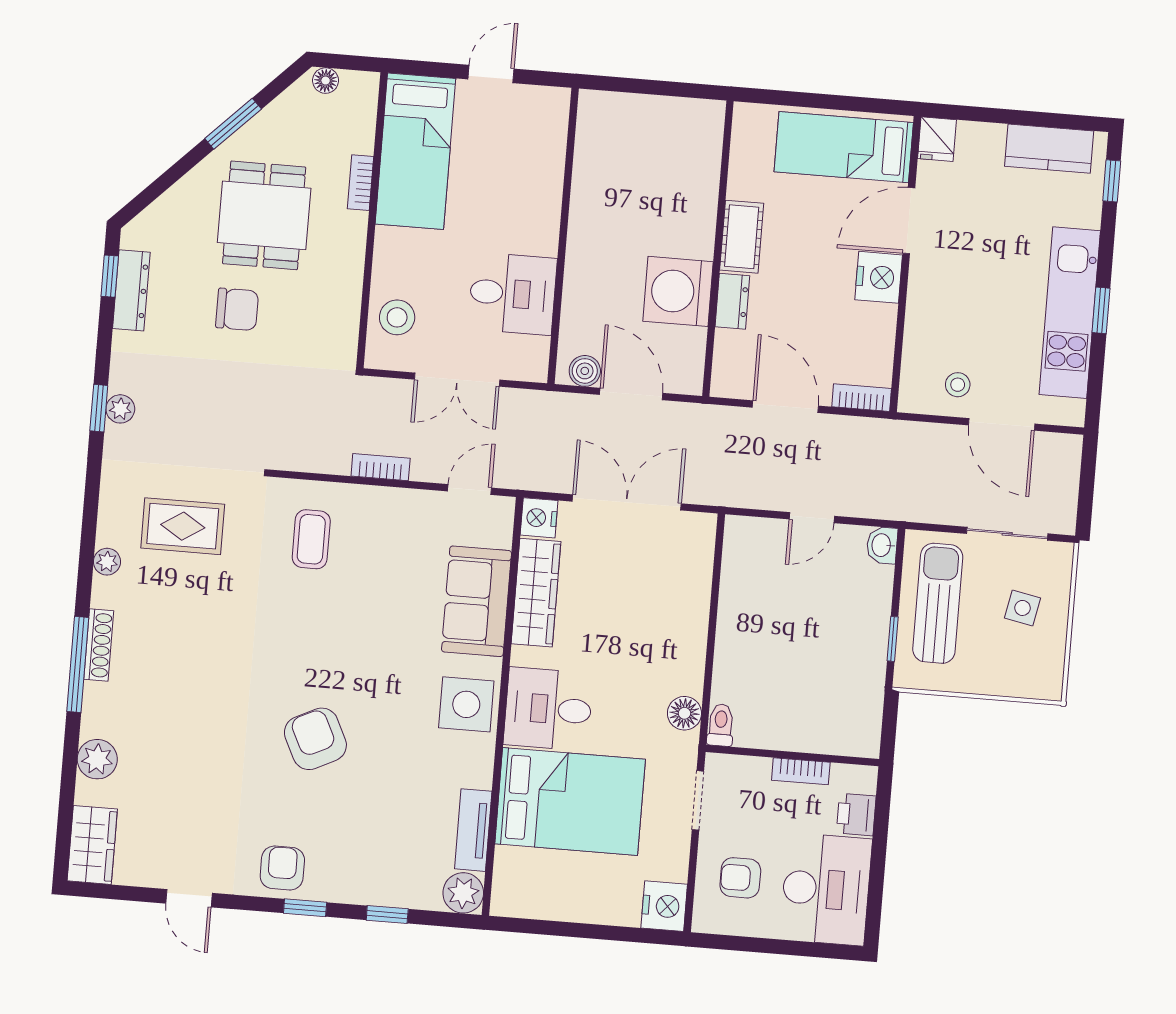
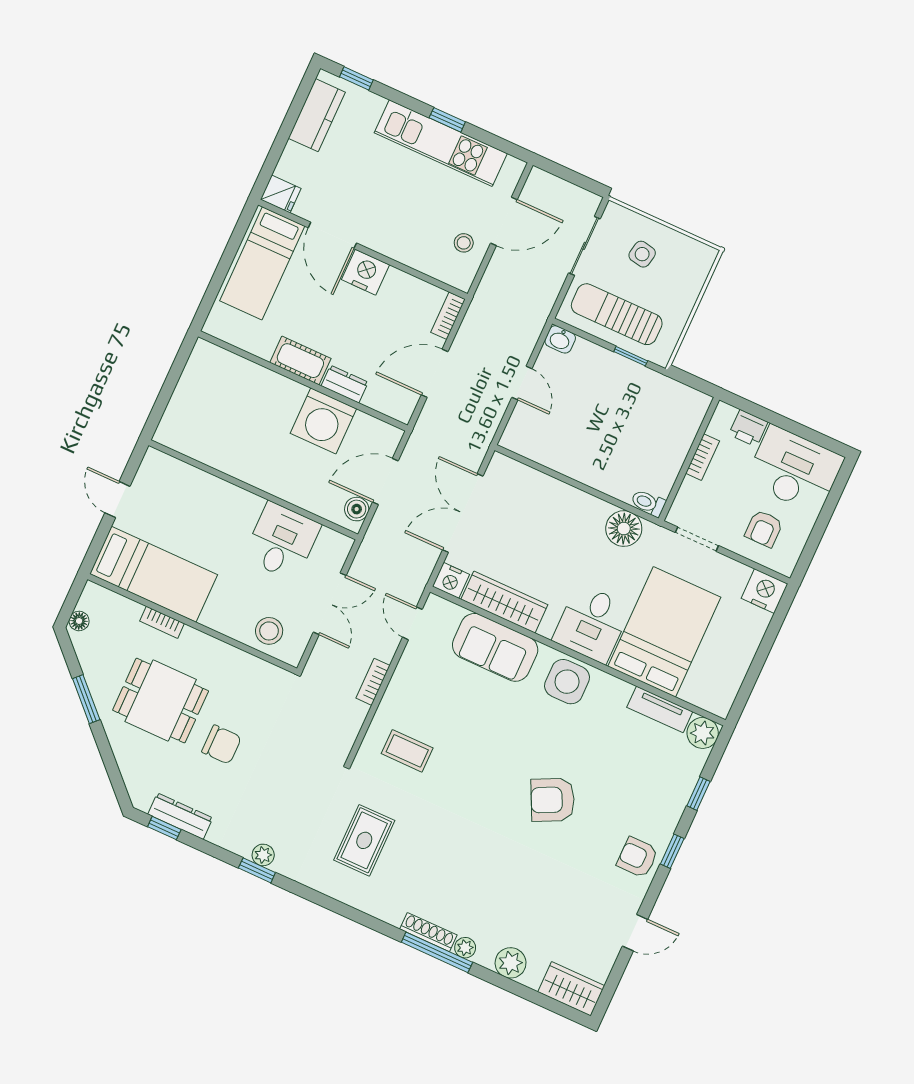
chair: (237, 309) -> (222, 745), turned 90
plant: (107, 562) -> (465, 948), moved
floor lamp: (684, 713) -> (624, 529), width x1.38, depth x1.38

